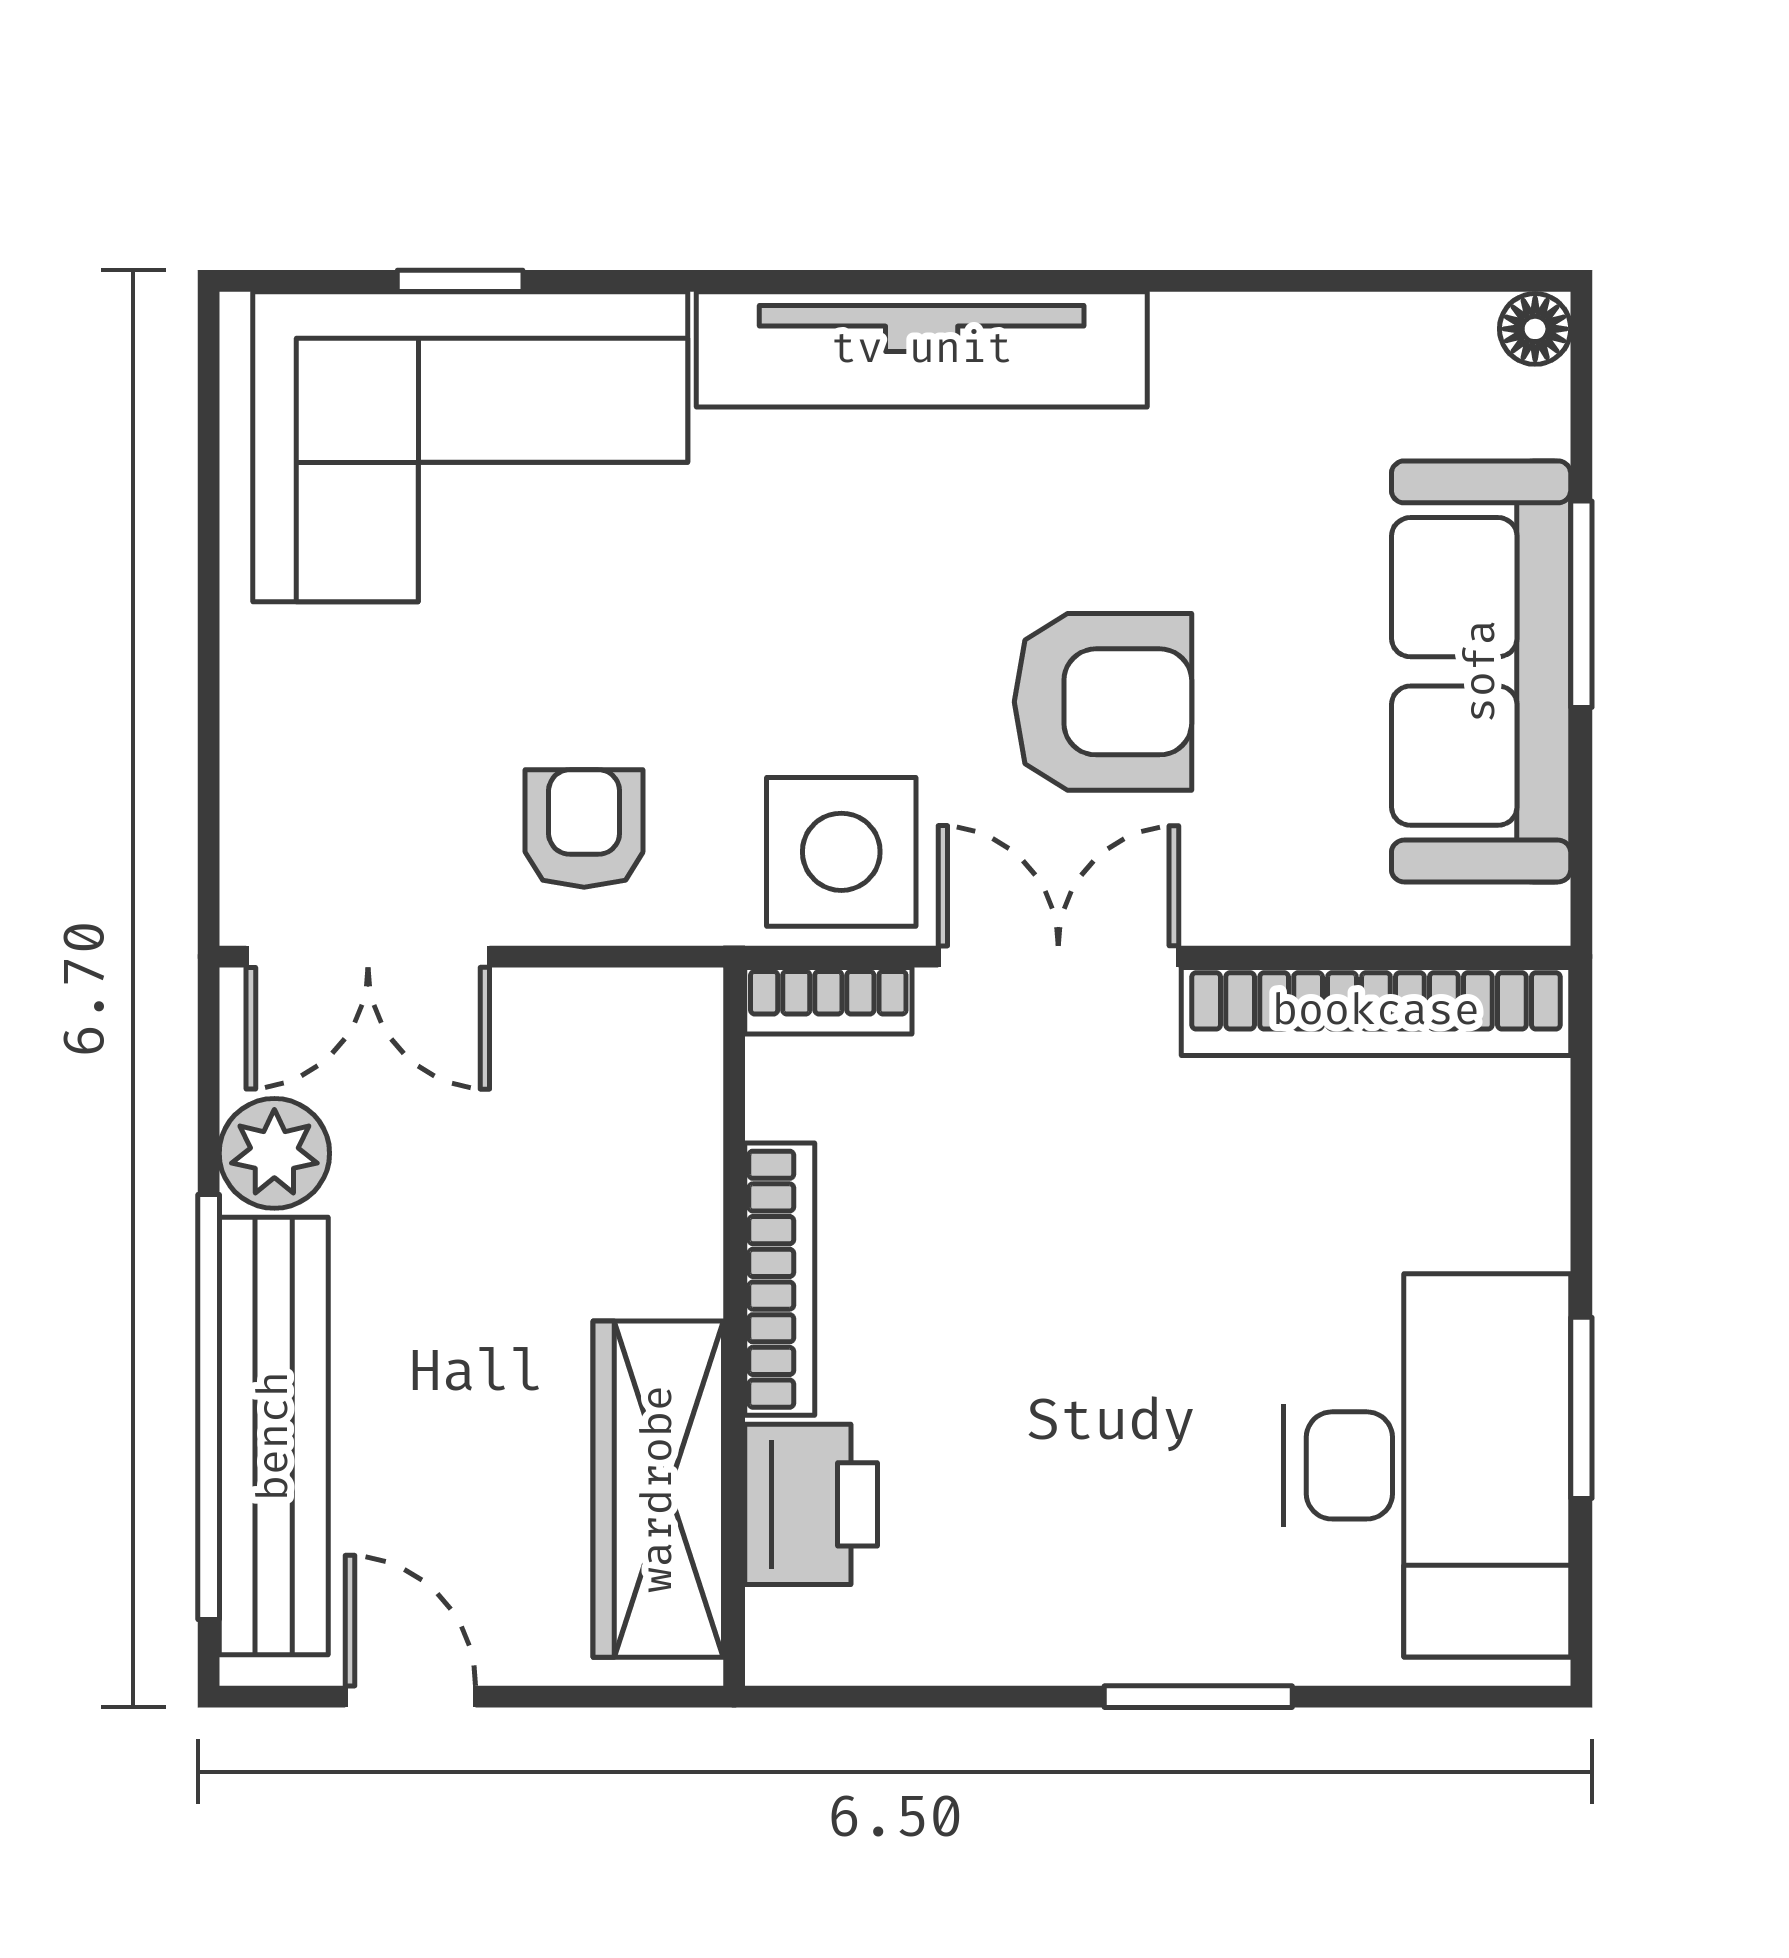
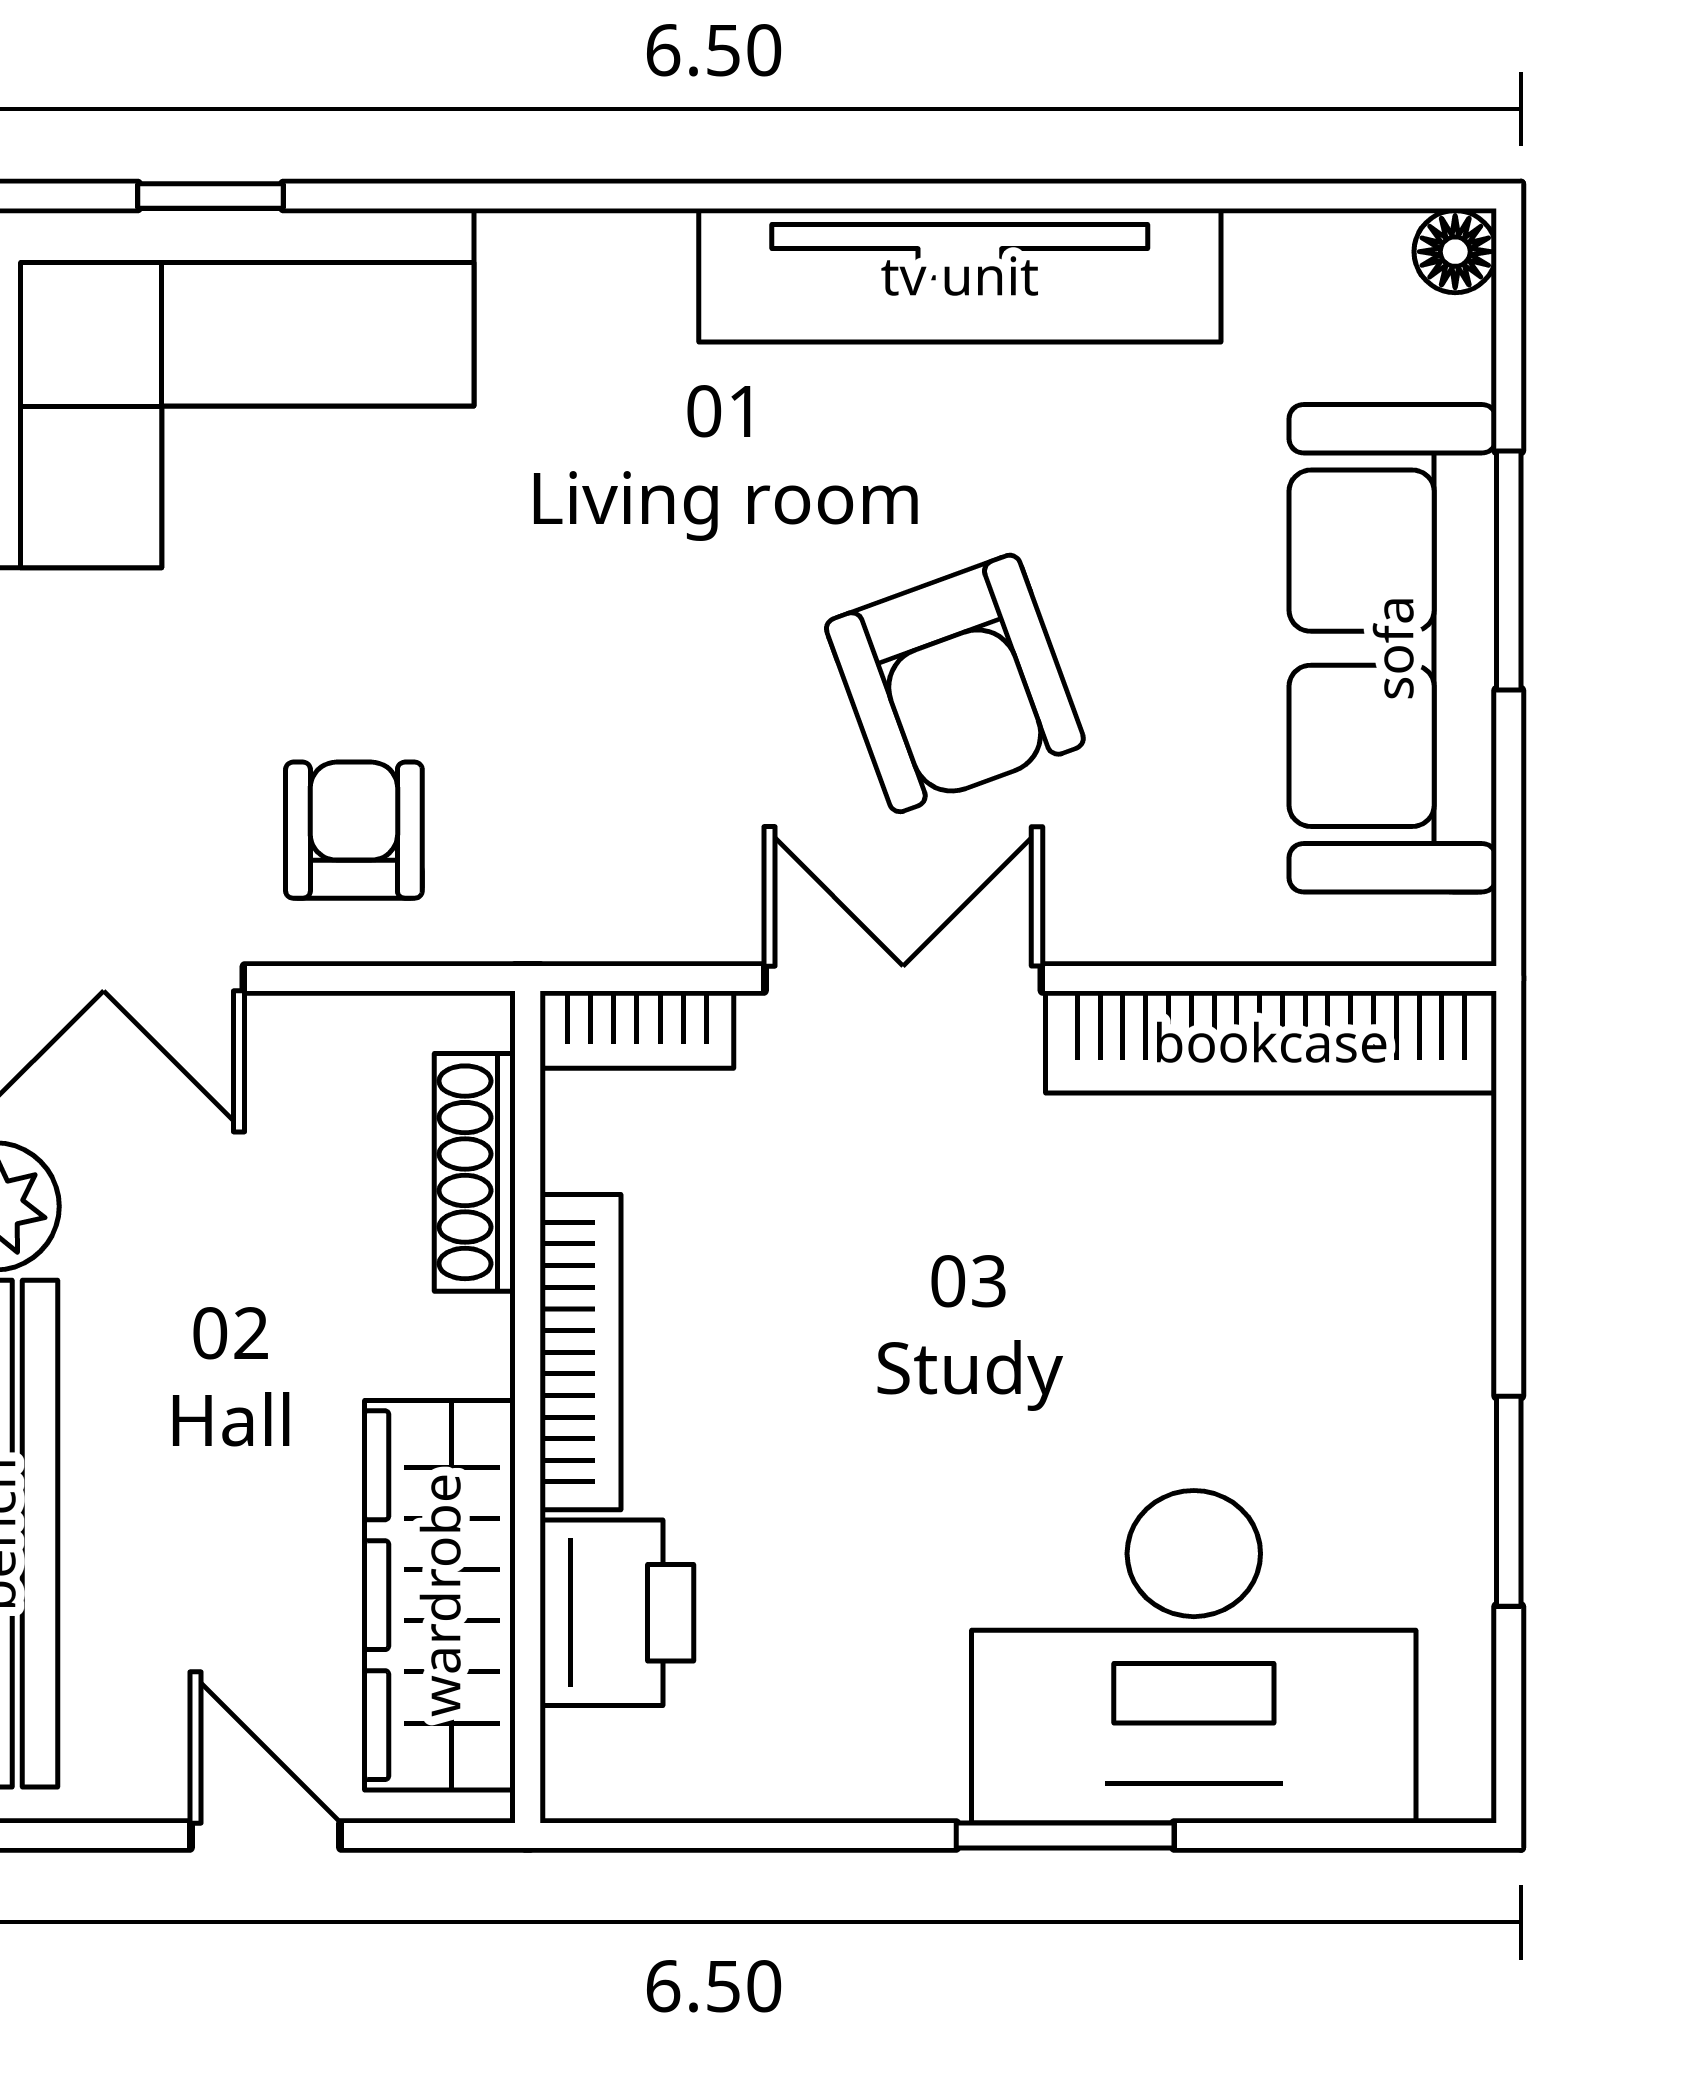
tv unit: (922, 349) -> (960, 275), moved
armchair: (1103, 702) -> (955, 683), turned 70
side table: (841, 852) -> (652, 857), removed
shoe rack: (688, 1124) -> (475, 1172), added
desk: (1427, 1465) -> (1194, 1657), moved, turned 90
door: (410, 1697) -> (266, 1835), moved

